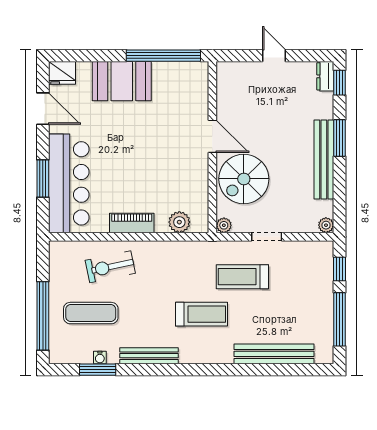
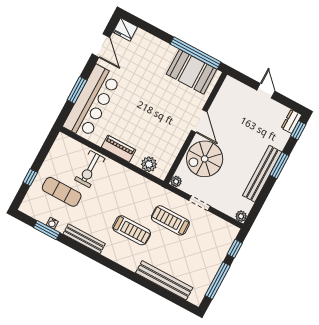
booth: (122, 81) -> (192, 72), moved
exercise bike: (110, 267) -> (90, 169), turned -78
window: (43, 316) -> (30, 177), width x0.32

